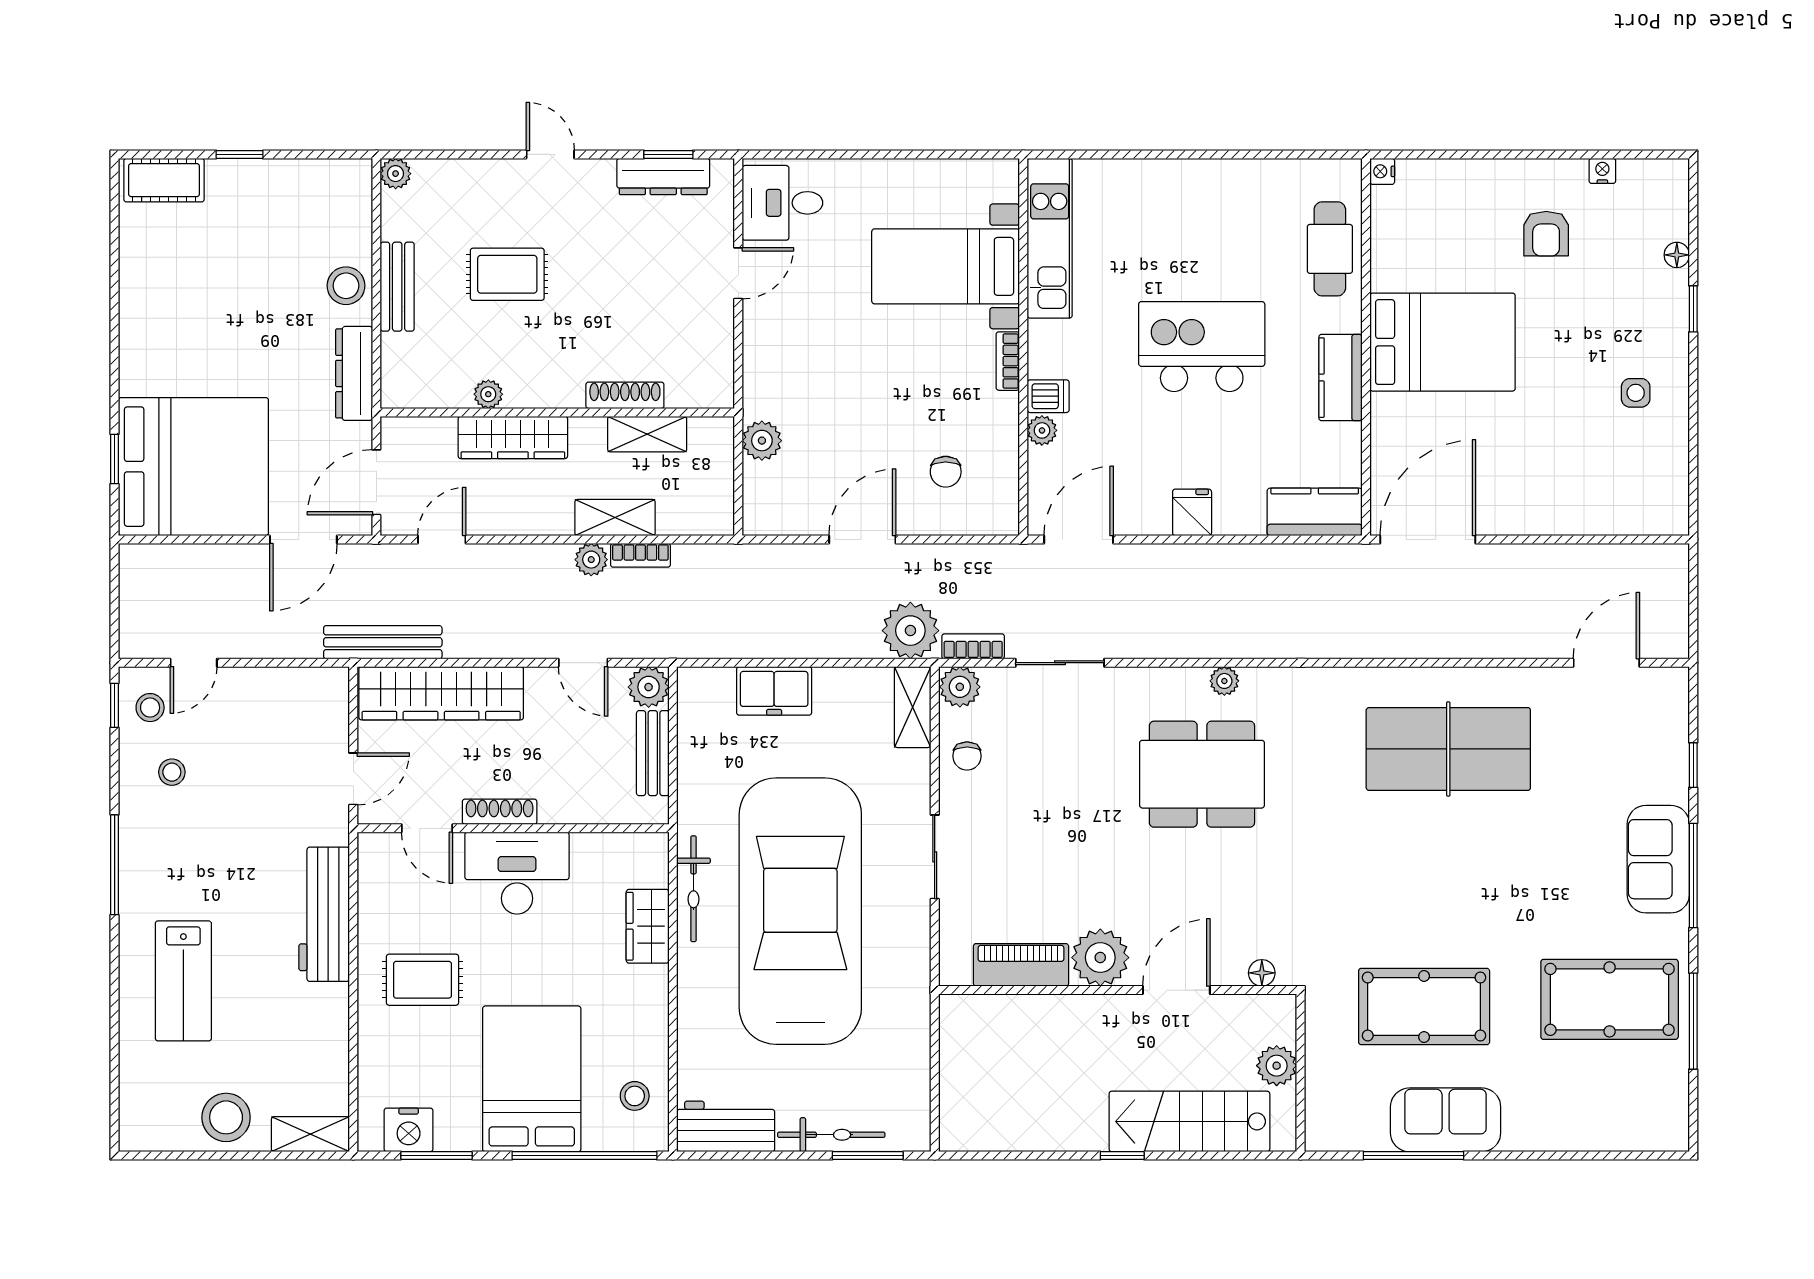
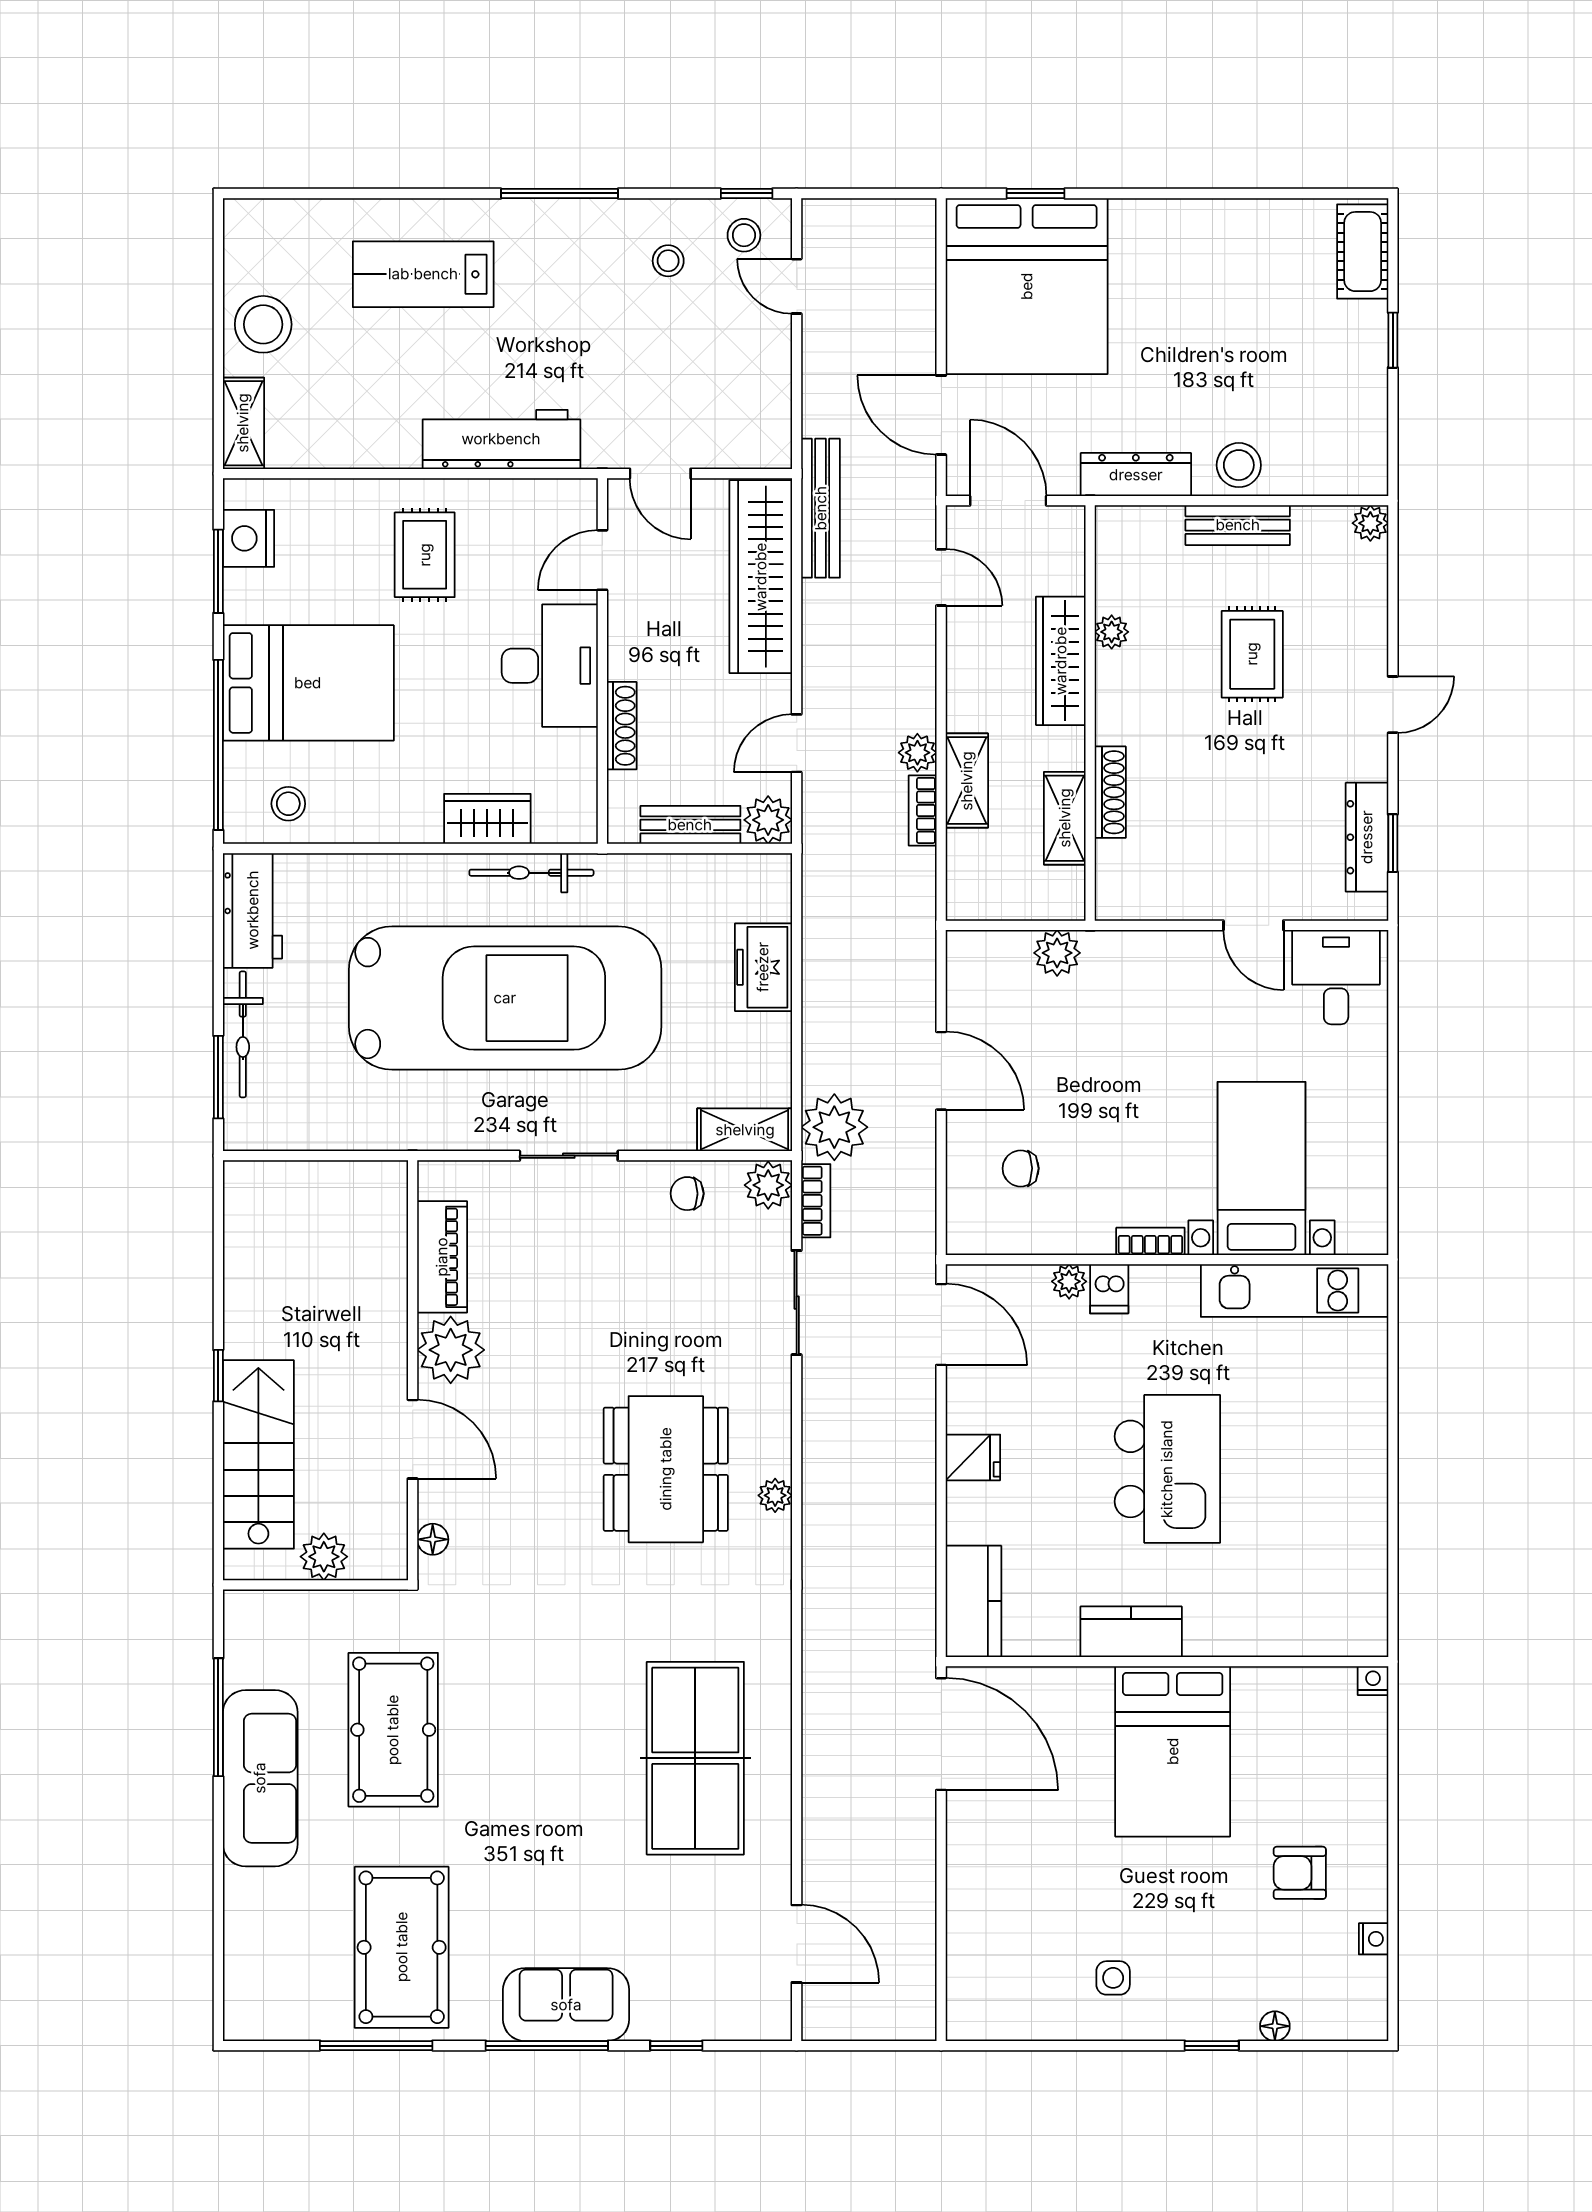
cafe table: (1330, 249) -> (1282, 1619), removed
shoe rack: (500, 812) -> (622, 726), moved
sofa: (1446, 1120) -> (260, 1778), width x1.36

